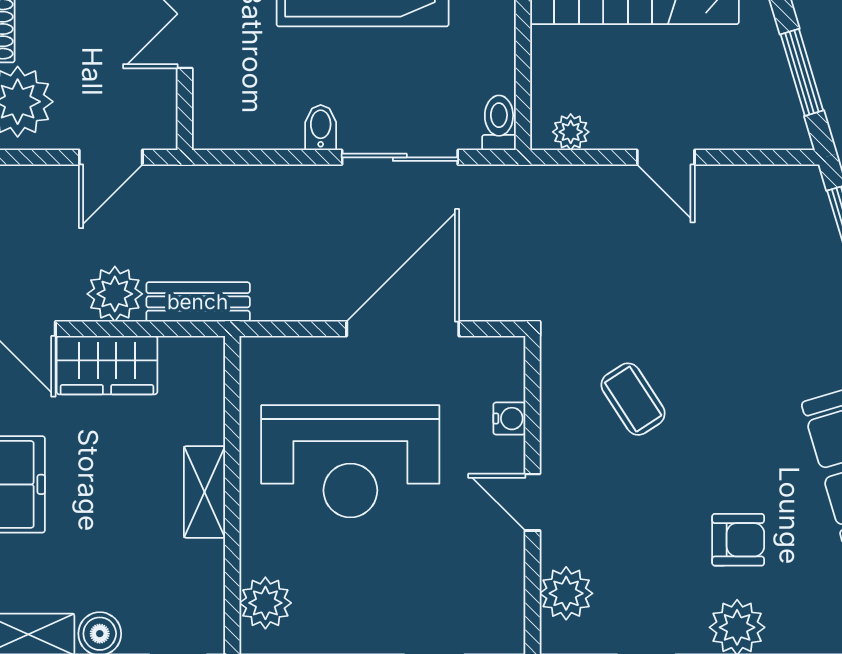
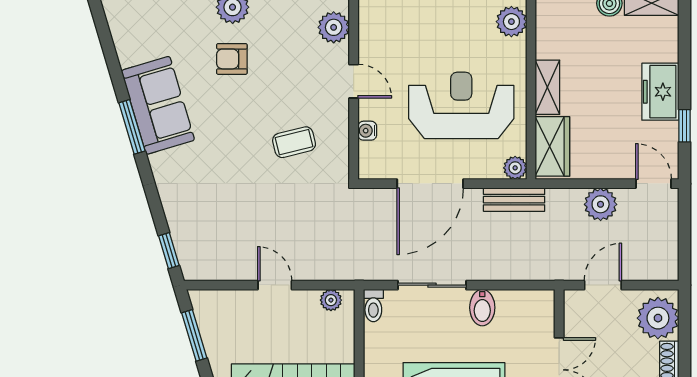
bidet: (321, 127) -> (482, 308), width x1.38, depth x1.36
bench: (198, 302) -> (514, 200), moved
plant: (259, 356) -> (515, 168), added
wardrobe: (107, 365) -> (552, 146), moved, turned 90
coffee table: (633, 399) -> (294, 142), turned -71

